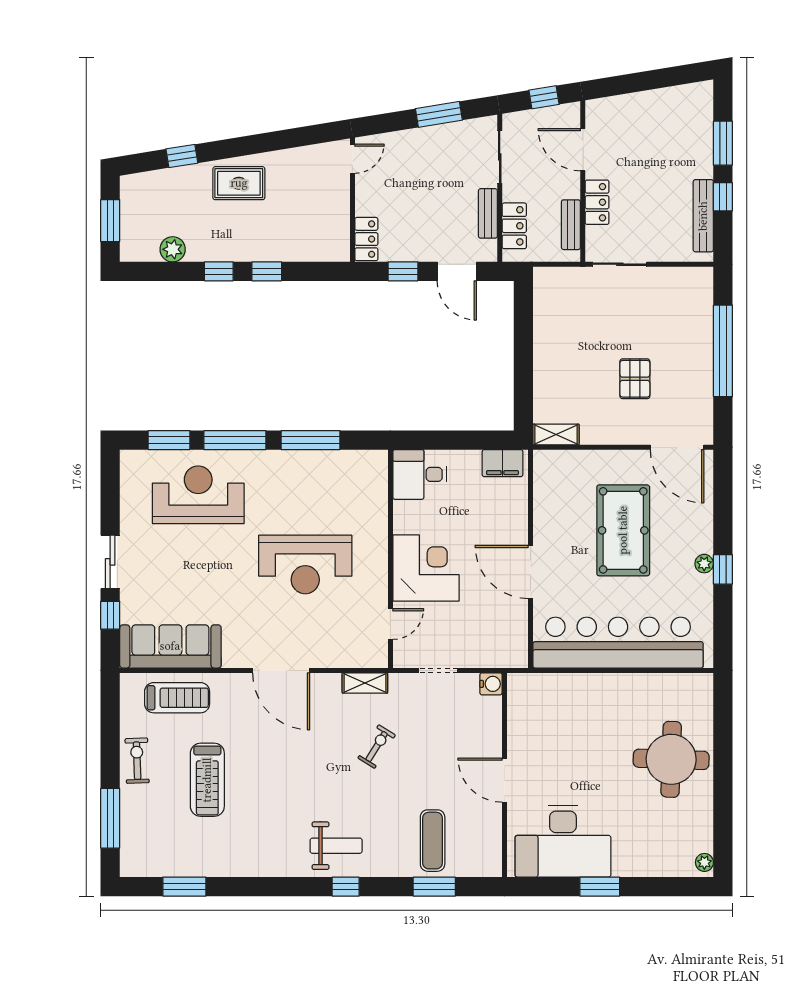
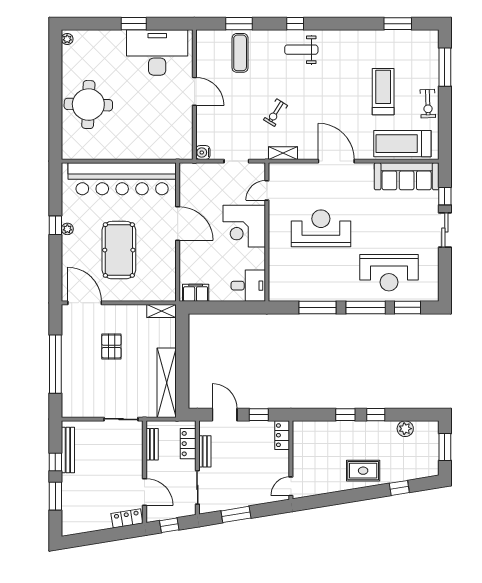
locker: (597, 202) -> (127, 518), moved, turned 81
shelving: (548, 322) -> (167, 383), added
treadmill: (177, 698) -> (402, 144), width x1.37, depth x1.38

